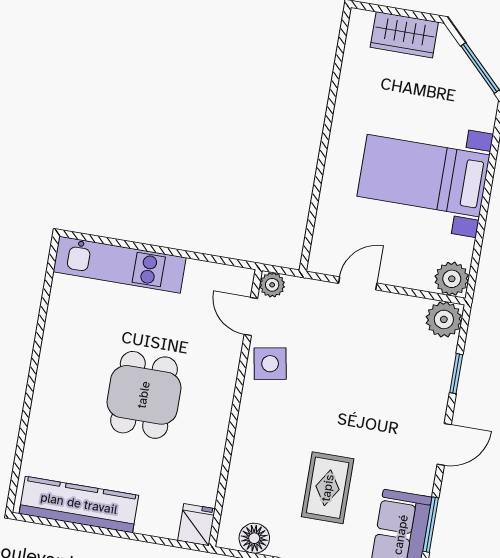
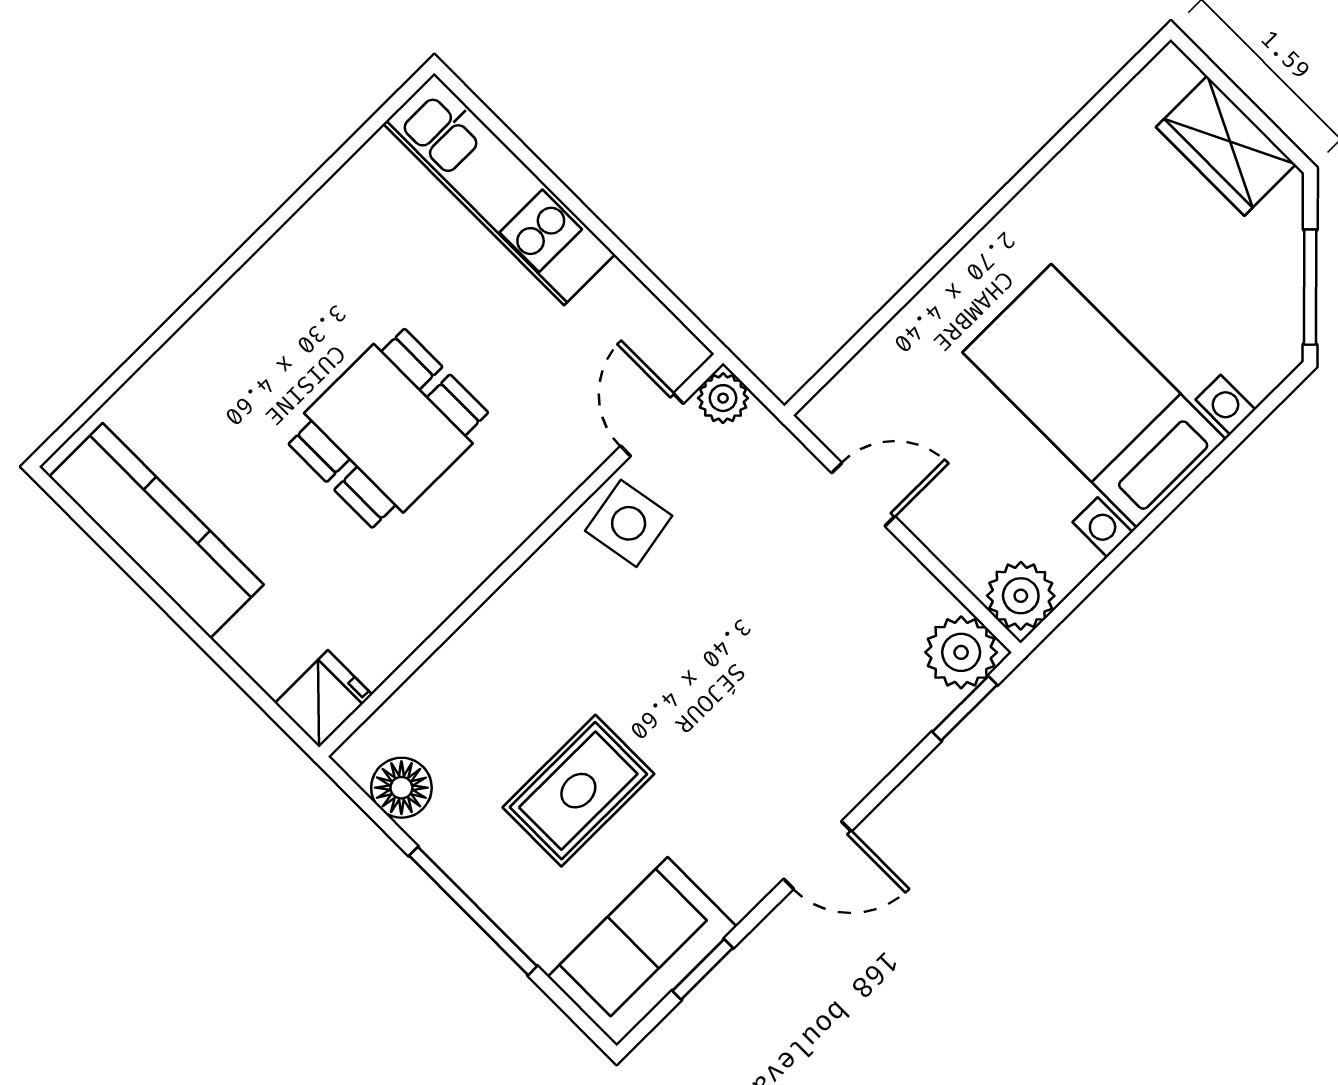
window: (456, 374) -> (965, 708), moved
window: (431, 525) -> (703, 969), width x0.67

